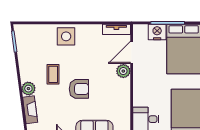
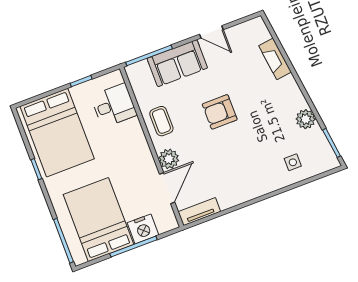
side table: (66, 36) -> (293, 162), moved, width x0.54, depth x0.54
coffee table: (53, 74) -> (161, 121), moved
plant: (28, 89) -> (306, 119), moved

